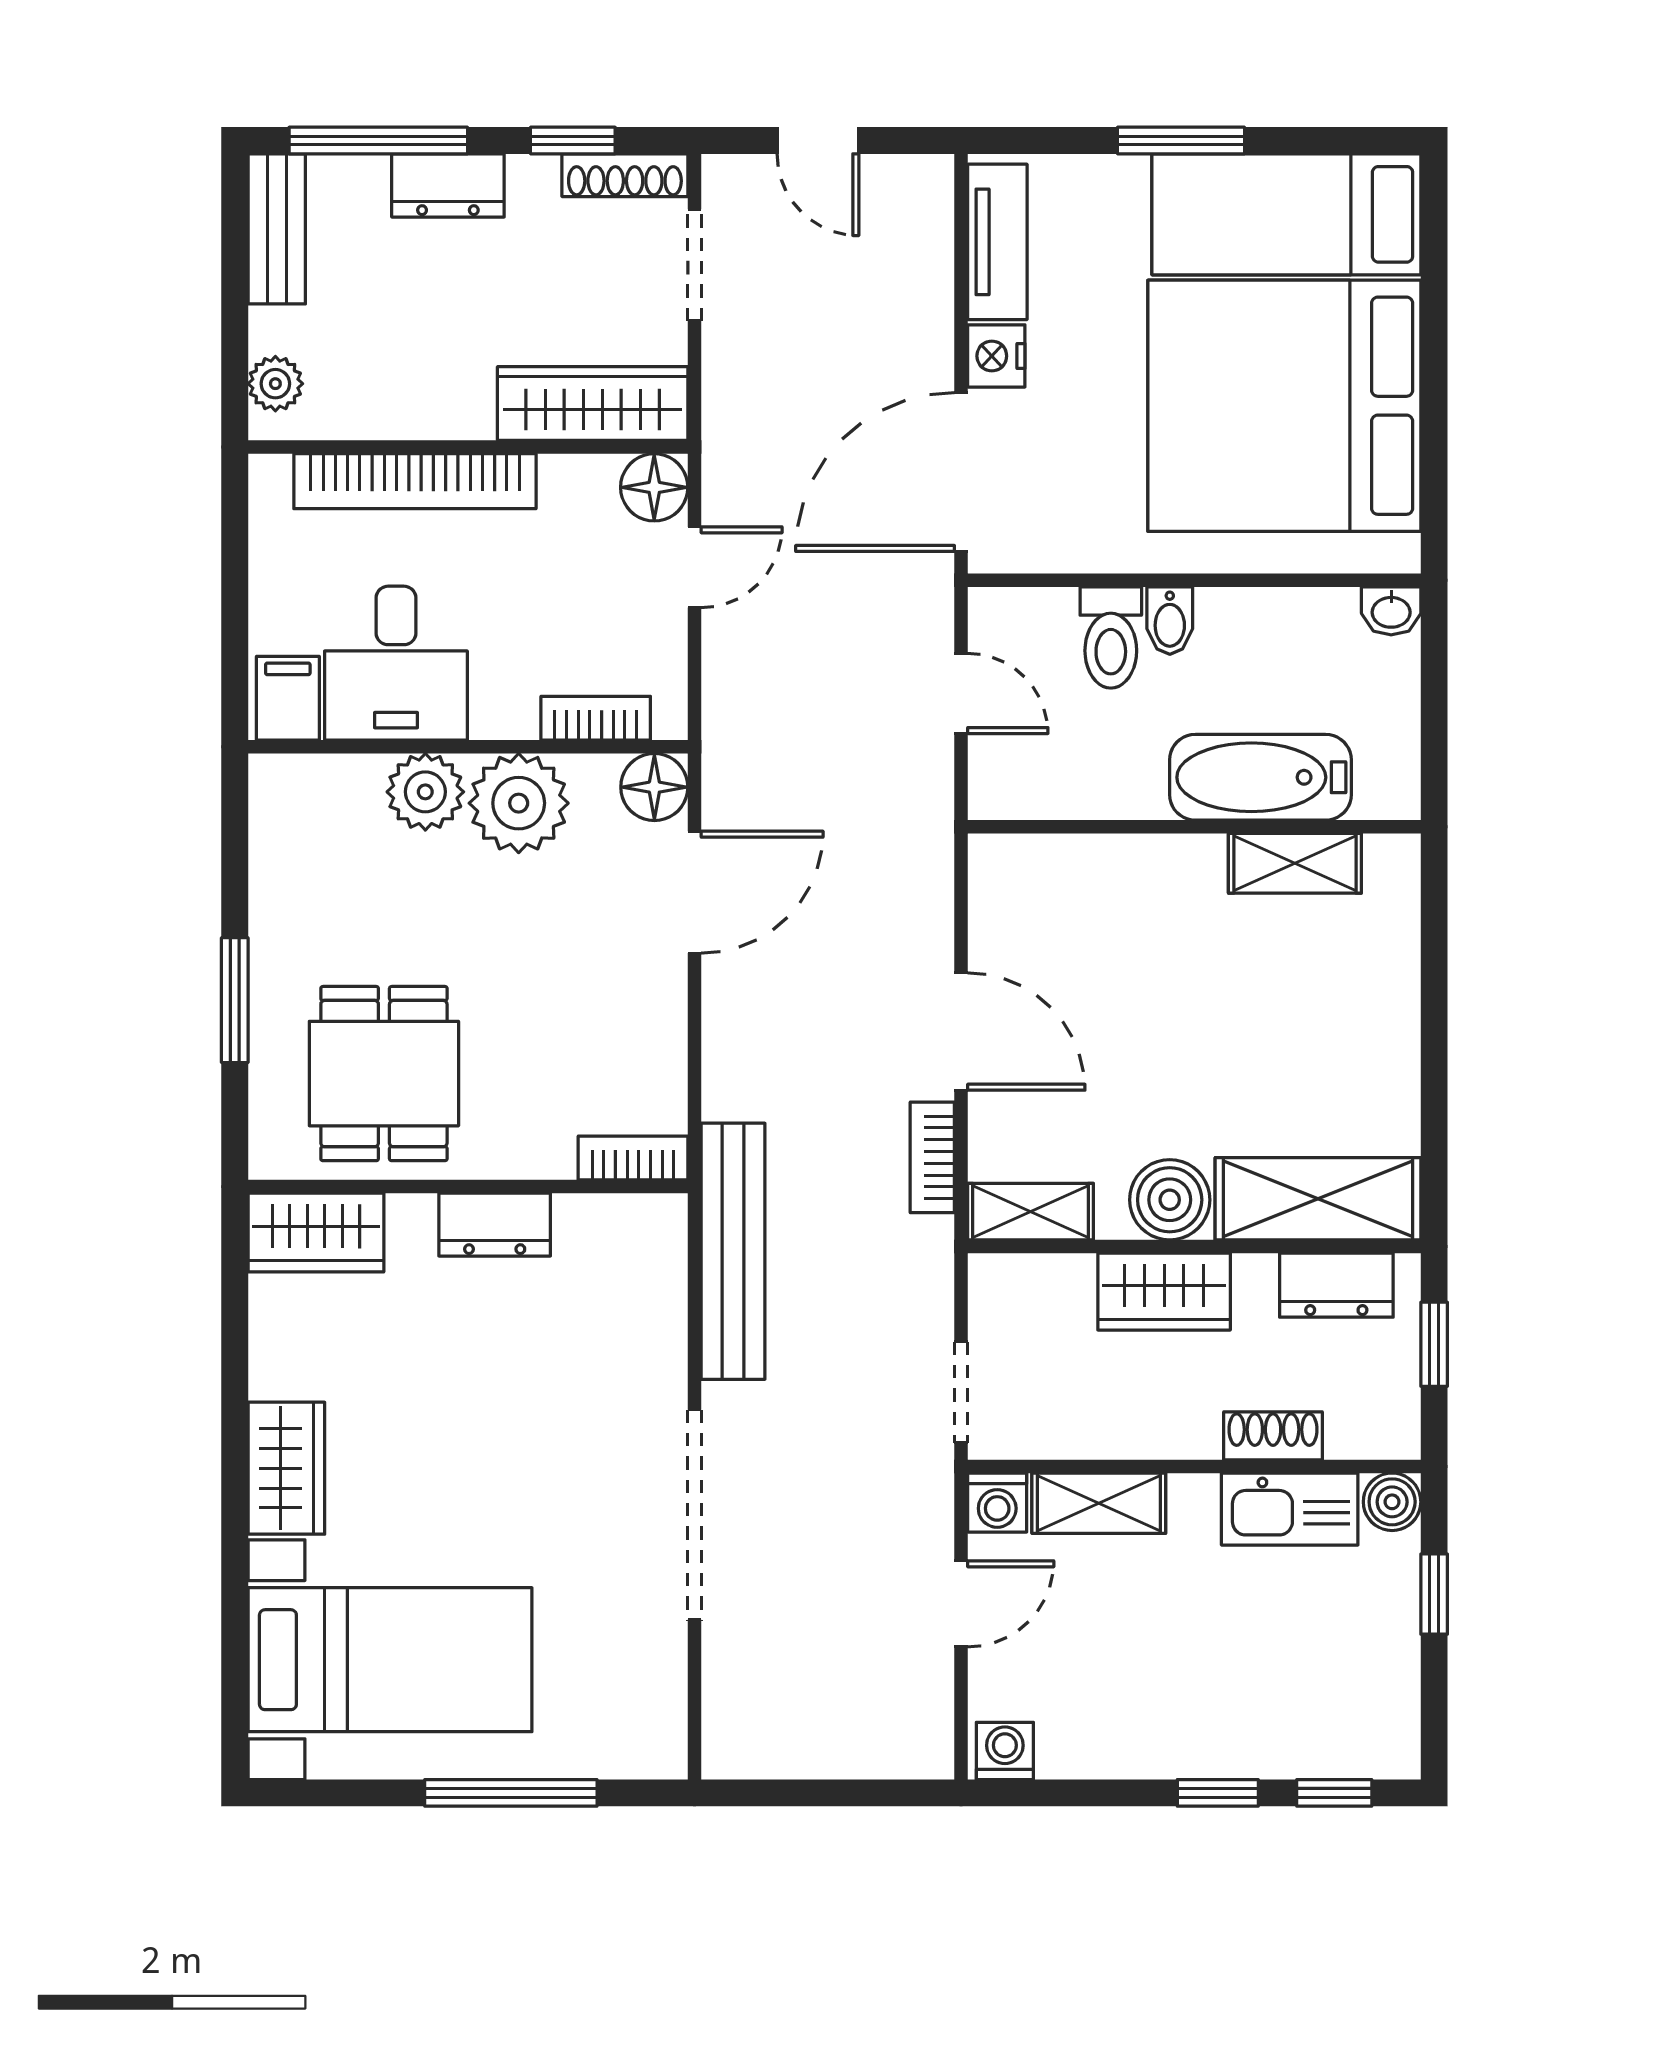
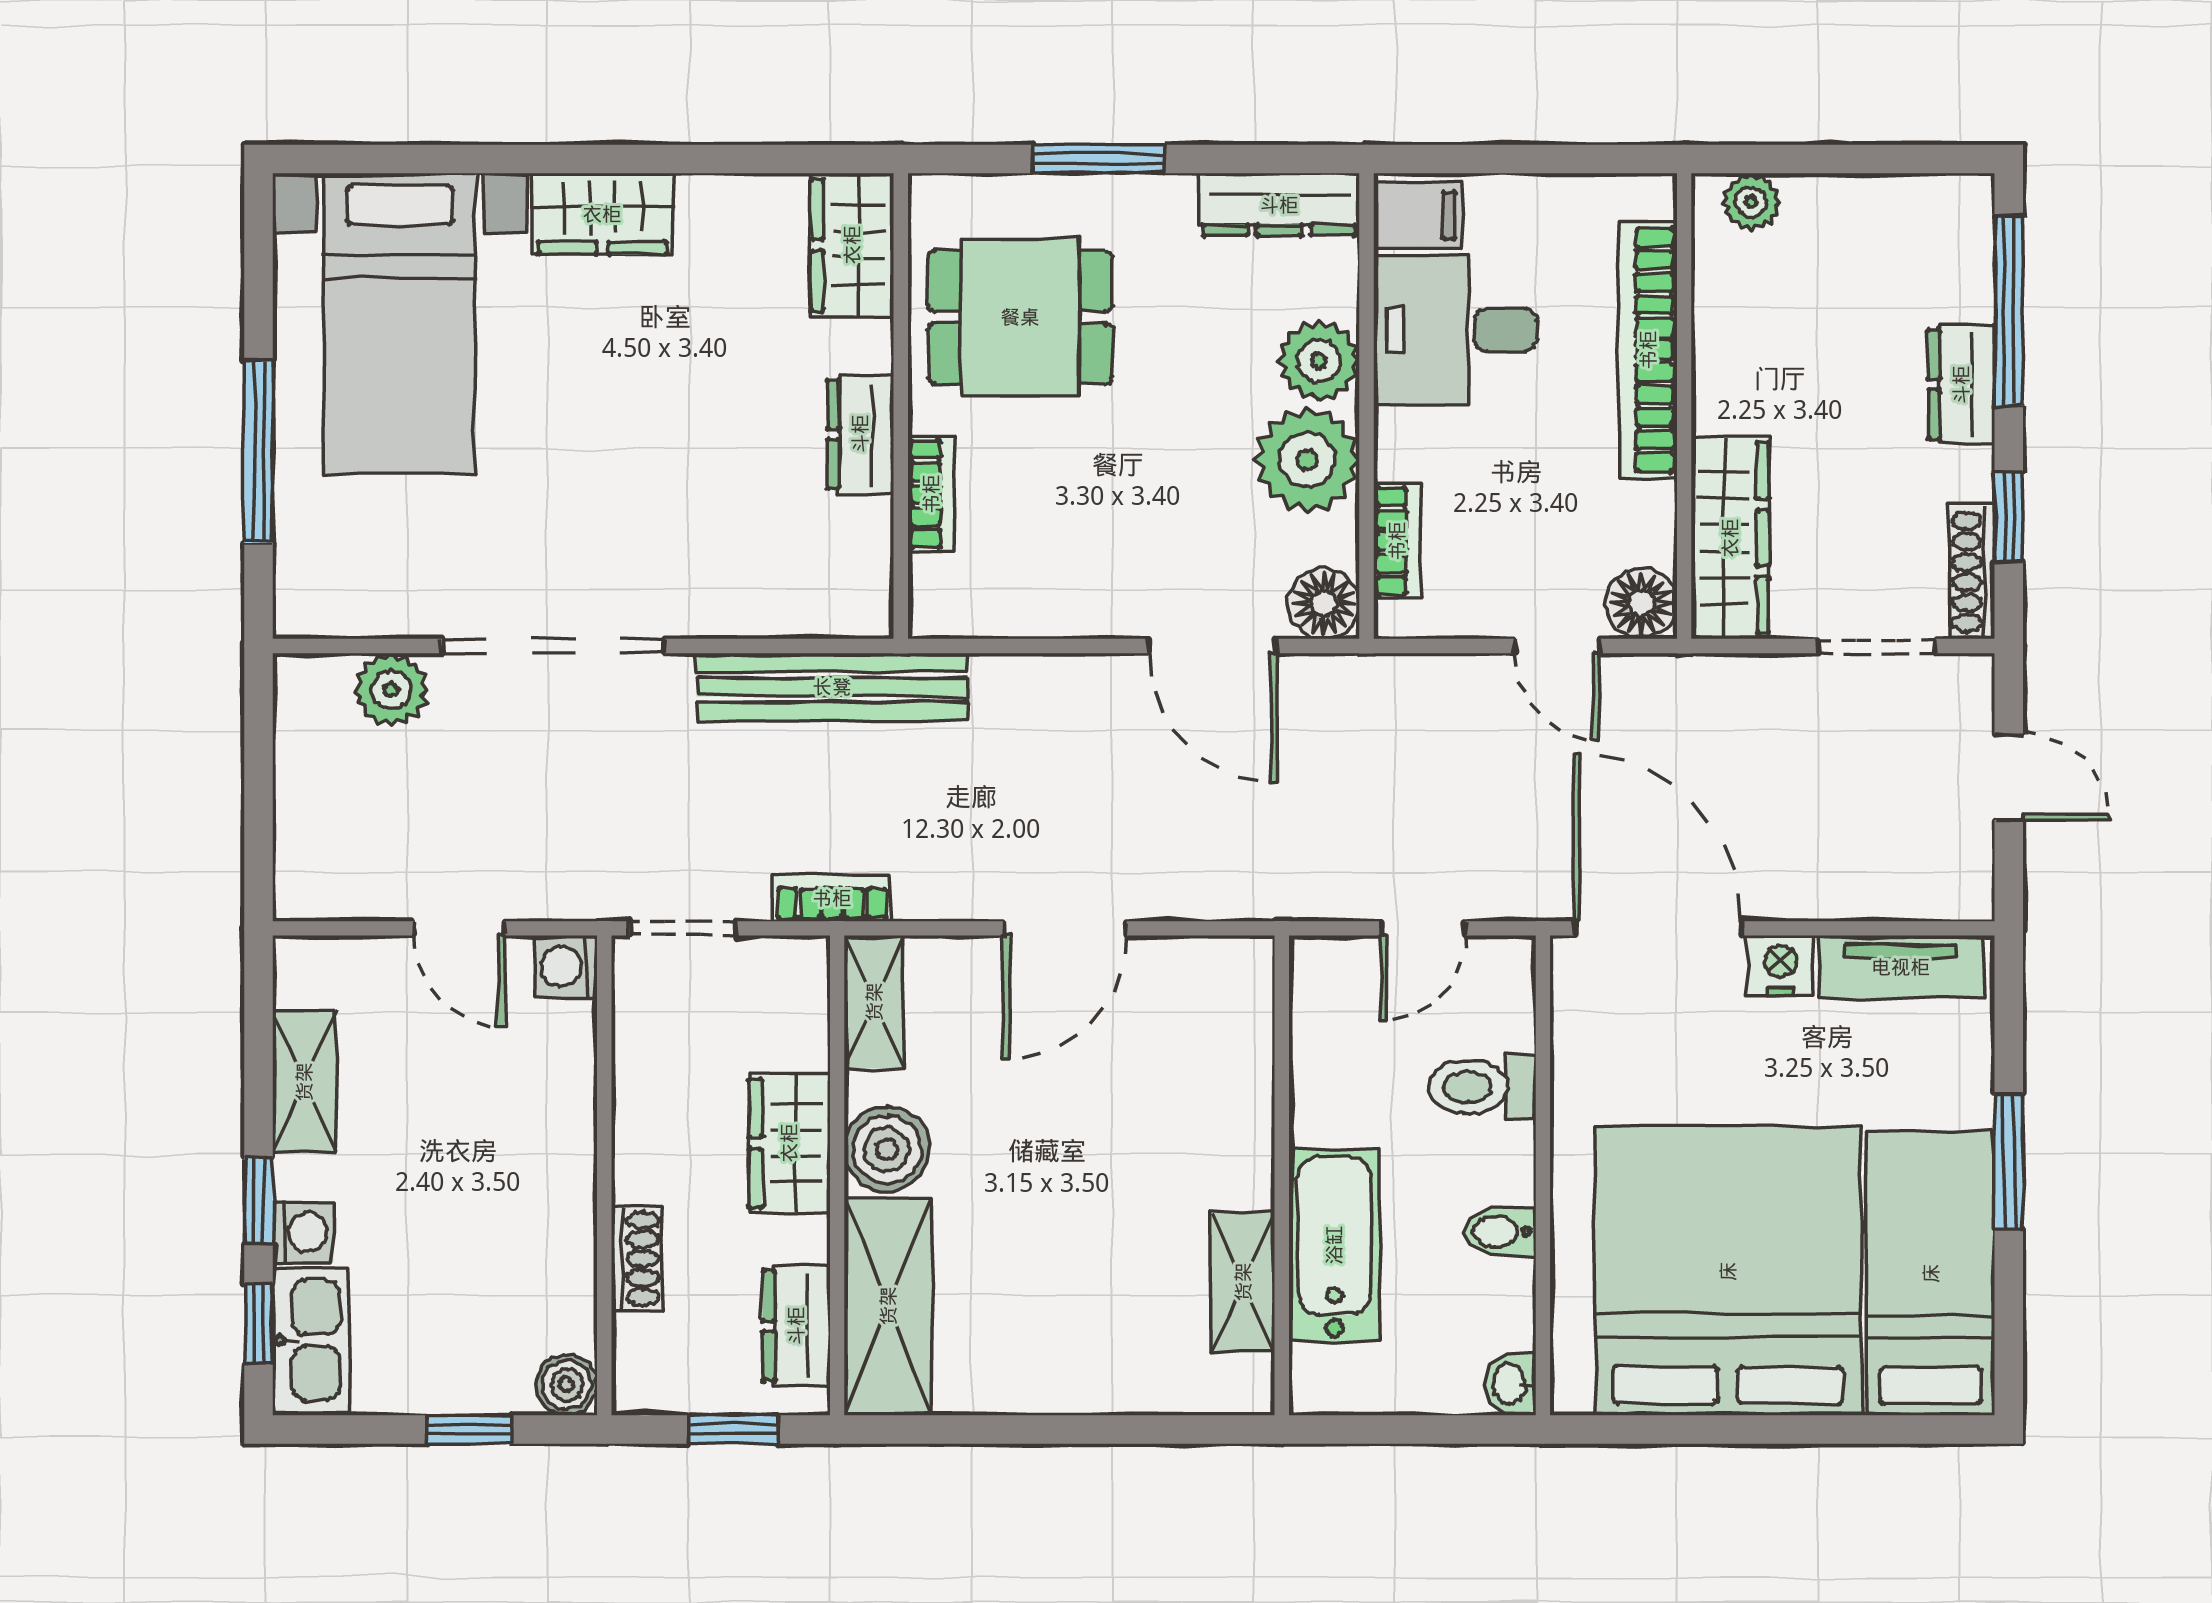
door: (818, 140) -> (2009, 777), swing flipped
bench: (277, 229) -> (1915, 204), removed
bidet: (1170, 621) -> (1500, 1231), moved
dresser: (278, 829) -> (1279, 205), added
bookcase: (932, 1157) -> (832, 898), moved
bookcase: (633, 1158) -> (931, 494), moved
shelving: (1099, 1503) -> (304, 1082), moved
kitchen sink: (1290, 1509) -> (311, 1340), moved, turned 180
plant: (736, 1668) -> (391, 690), added
washing machine: (1005, 1751) -> (303, 1232), moved

